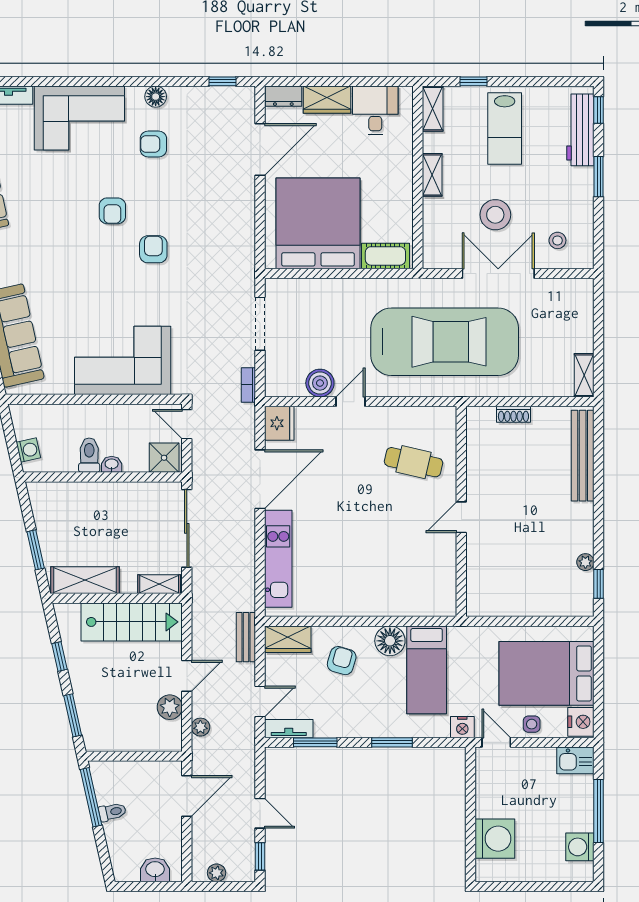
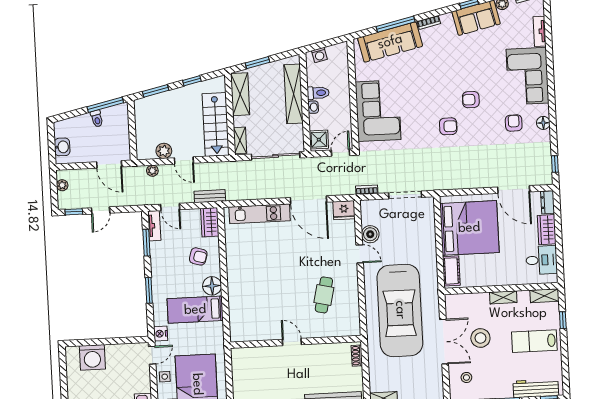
shelving: (89, 495) -> (294, 94), added
wall: (461, 511) -> (296, 342), moved
door: (461, 517) -> (292, 342), moved

